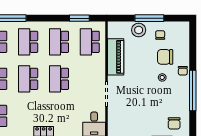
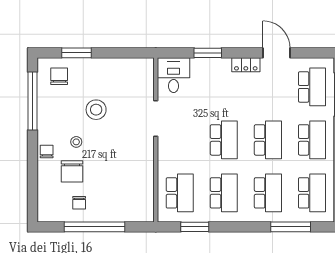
window: (149, 18) -> (95, 227), width x1.46
stool: (139, 30) -> (96, 110), moved
piano: (116, 57) -> (143, 171), removed
chair: (165, 57) -> (72, 171), turned 90
window: (193, 90) -> (33, 101), moved

